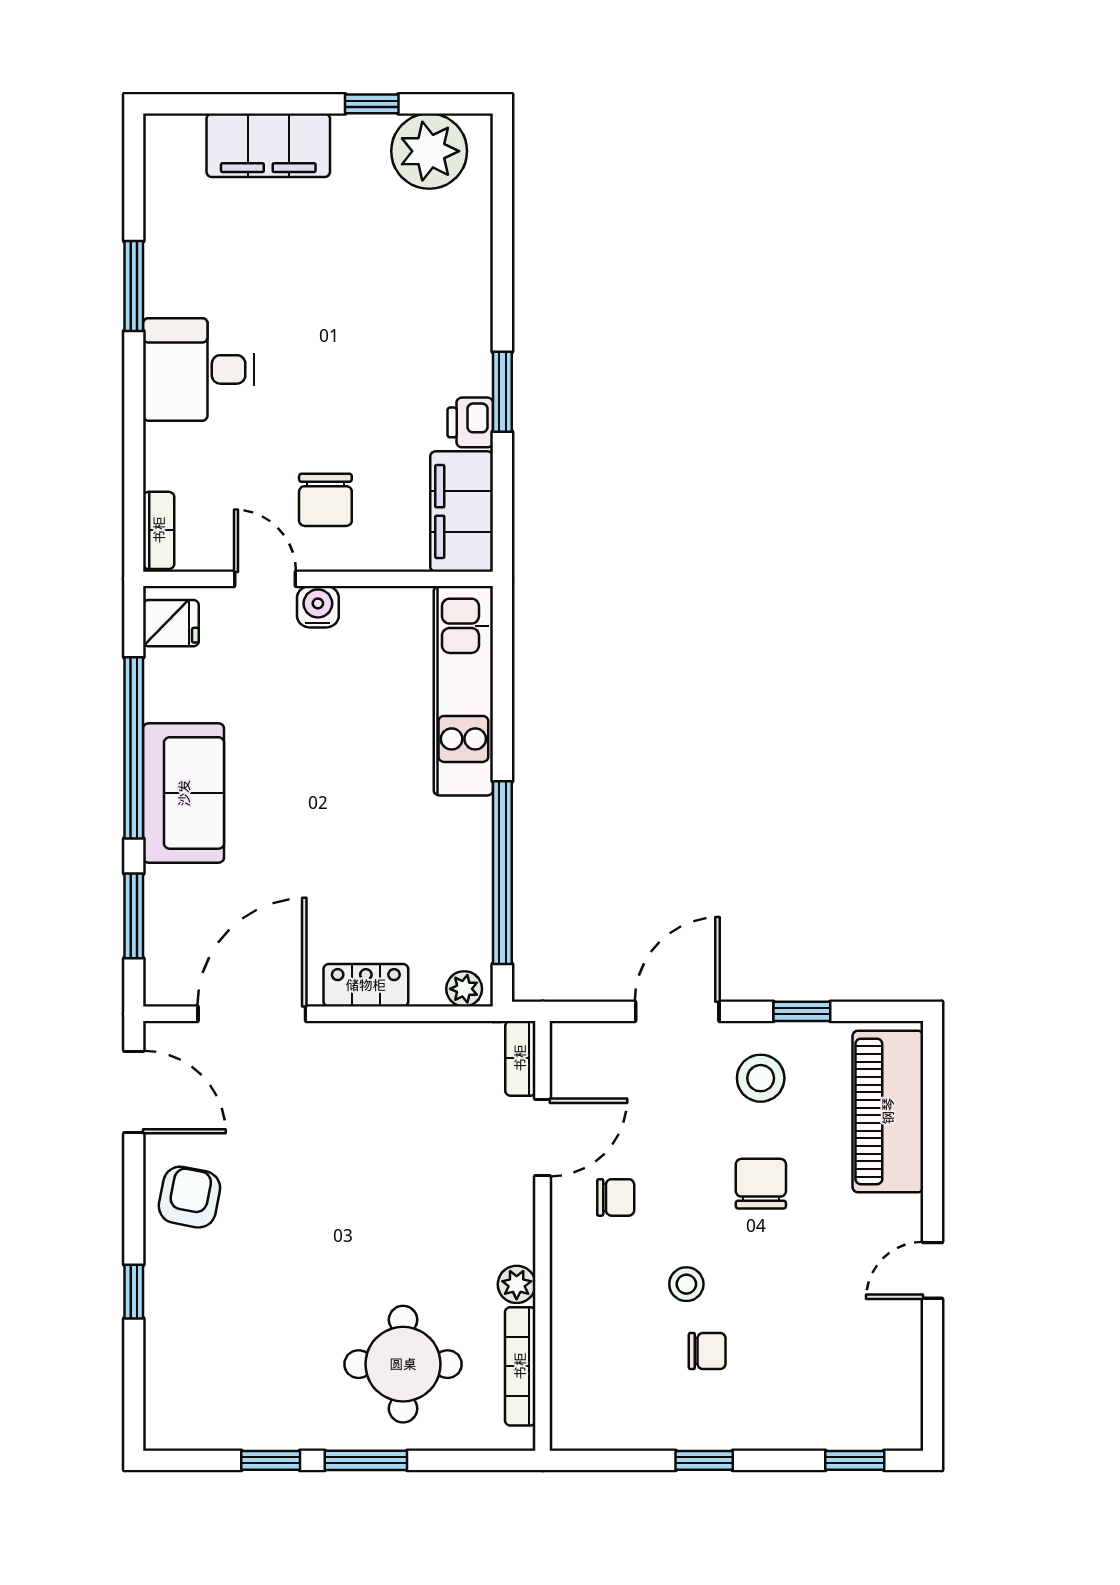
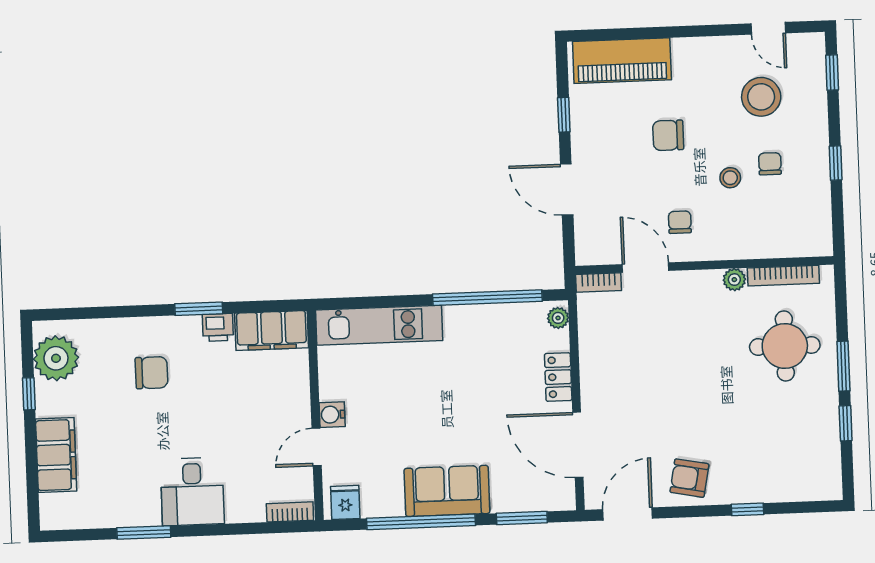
chair: (325, 500) -> (151, 373), moved
stool: (761, 1078) -> (761, 97), moved, width x1.38, depth x1.38
door: (932, 1270) -> (768, 28), moved

